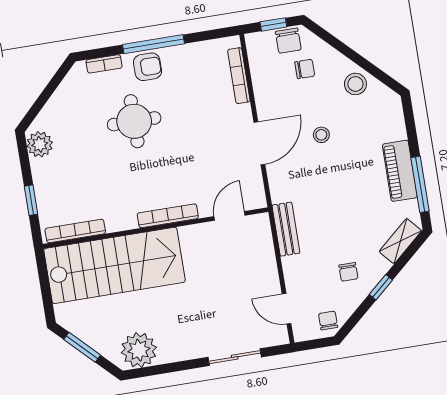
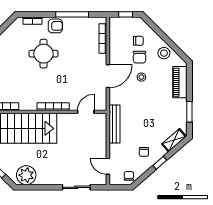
chair: (288, 41) -> (140, 57), moved
window: (154, 44) -> (72, 14), moved
piano: (400, 171) -> (180, 82), moved
window: (420, 184) -> (189, 112), width x0.69
bench: (286, 229) -> (115, 124), width x1.36

